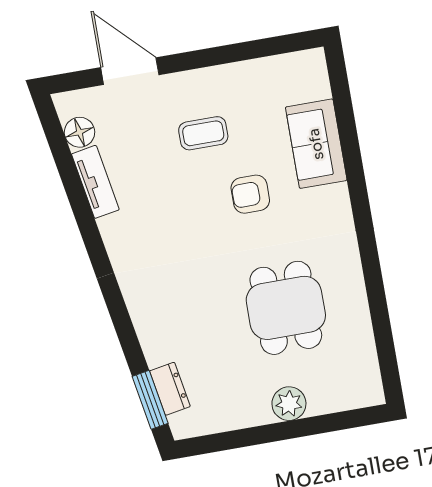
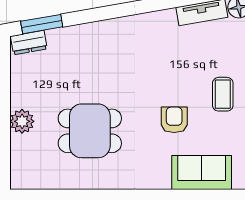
dresser: (170, 389) -> (29, 43), moved

